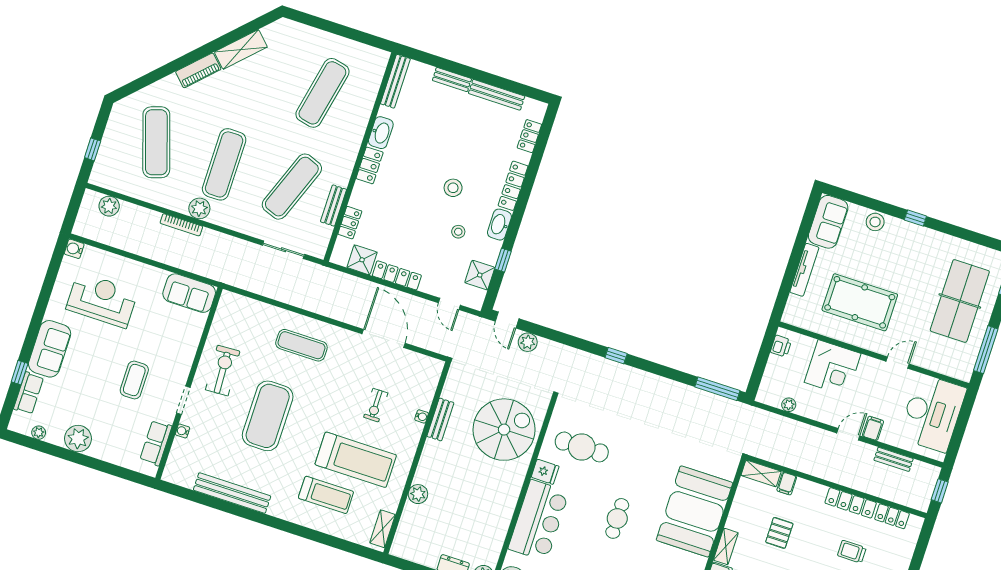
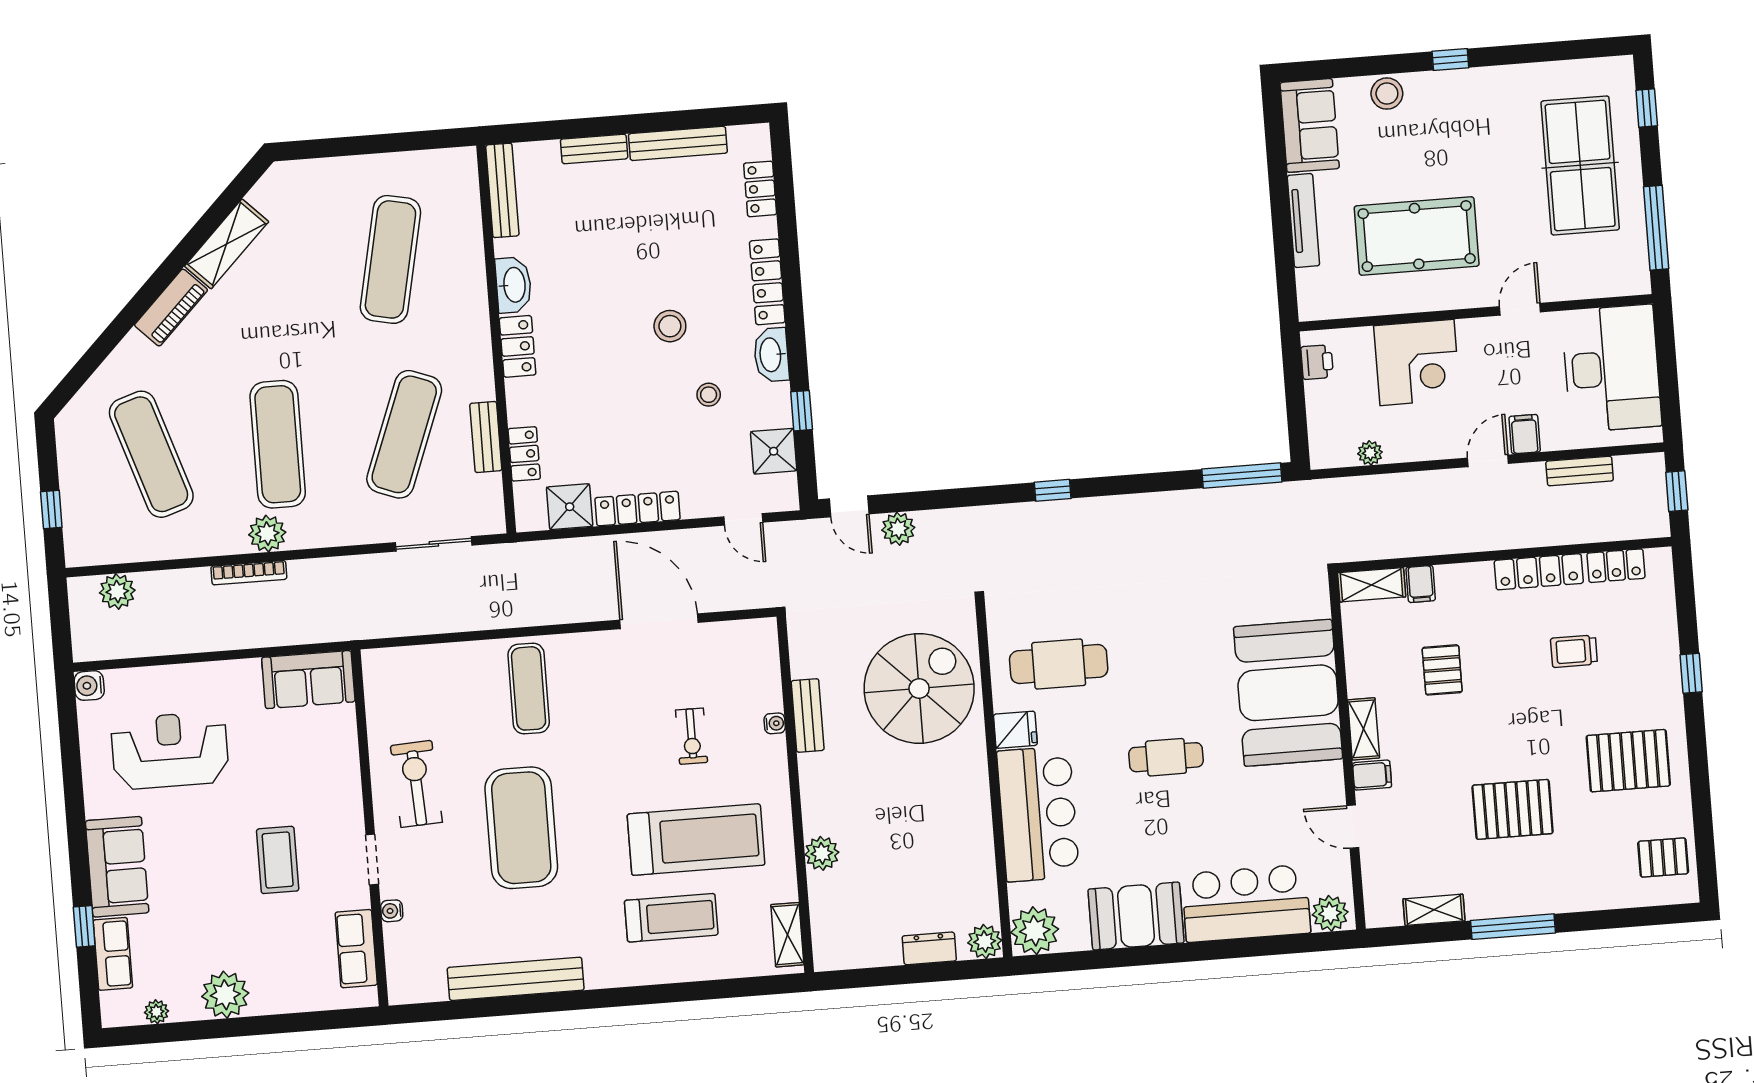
exercise mat: (301, 345) -> (529, 688), turned 90
cafe table: (617, 518) -> (1166, 757), turned 90

